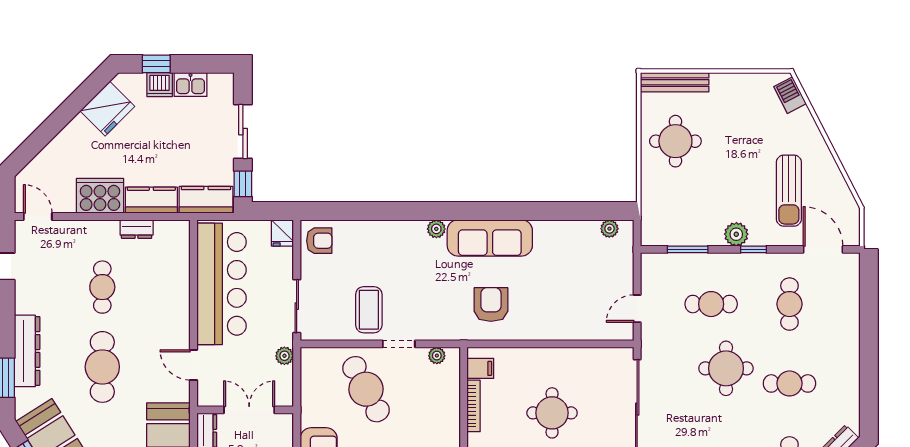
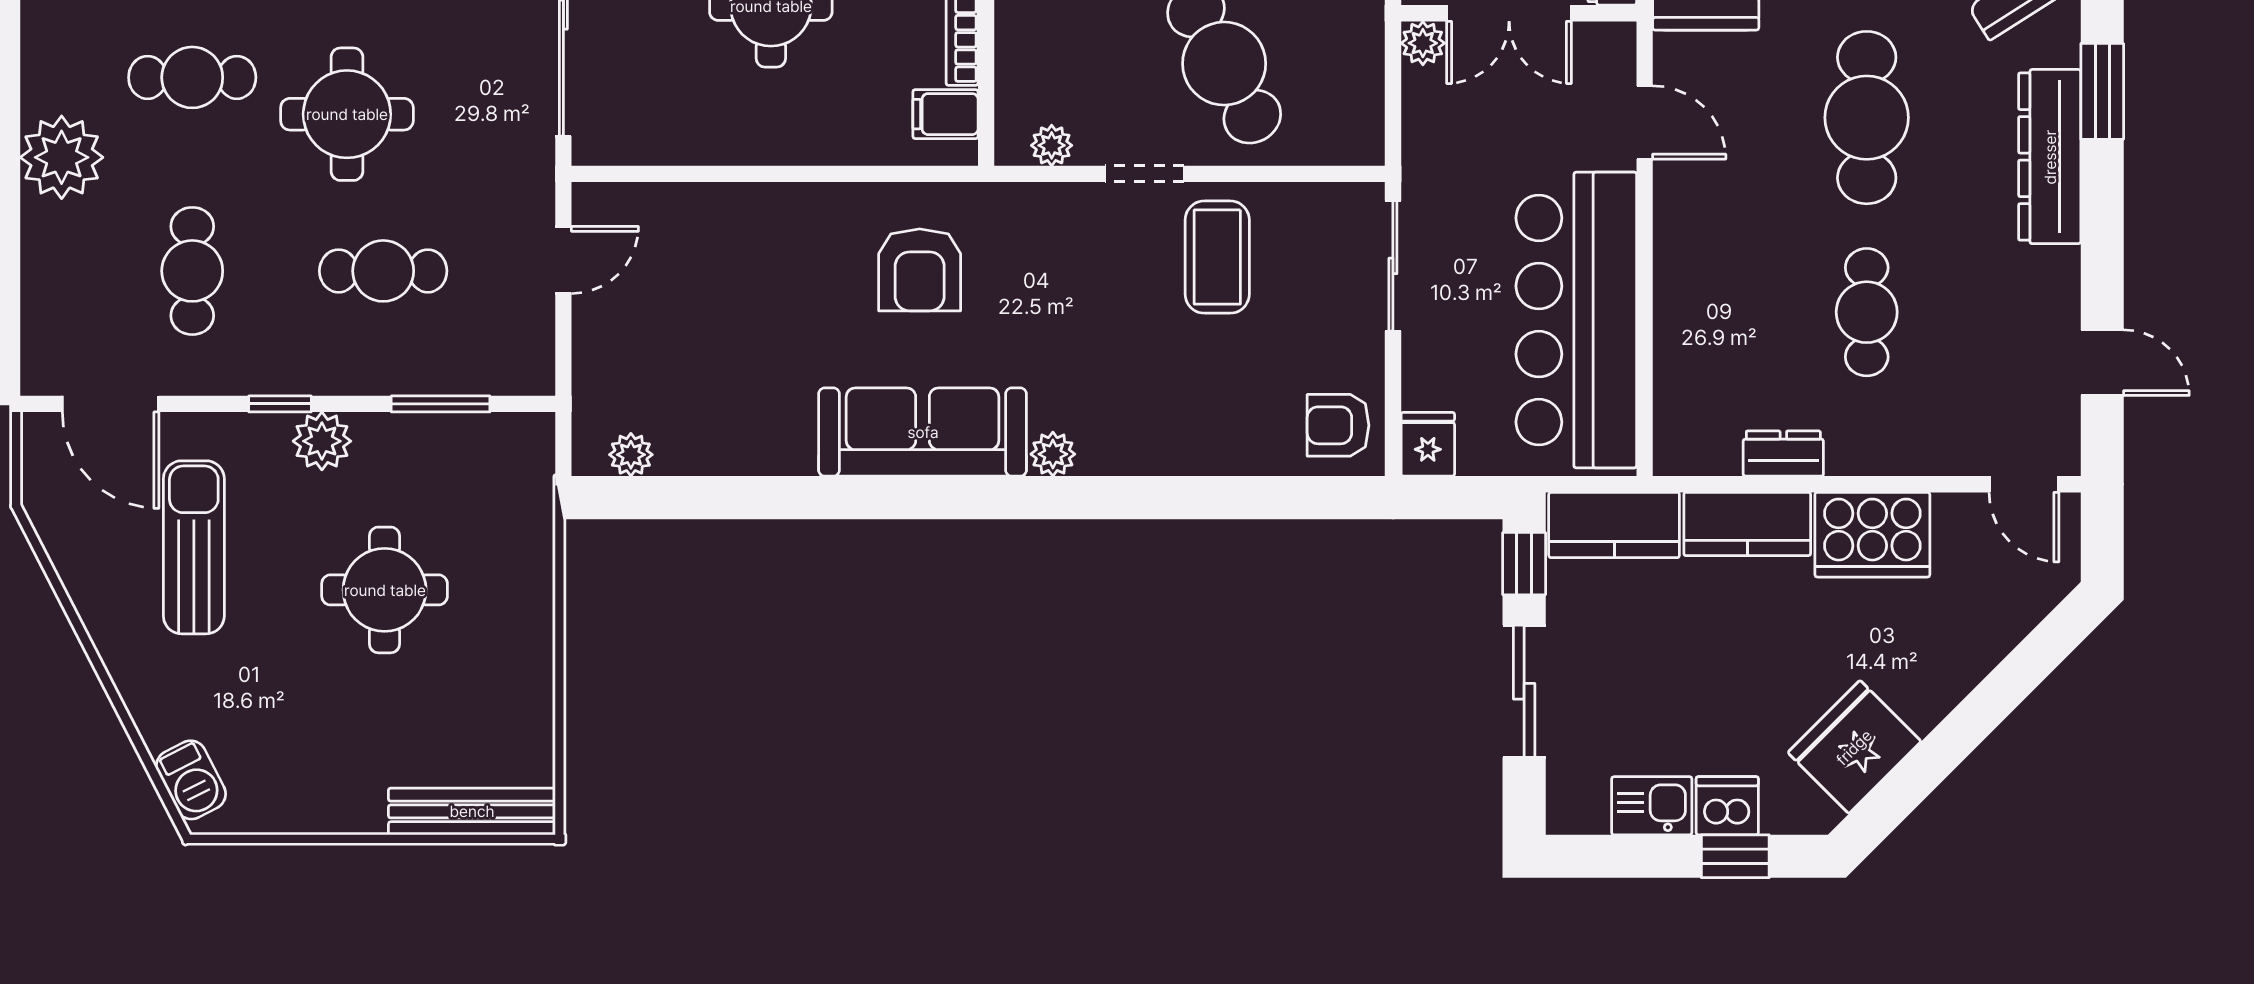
round table: (675, 141) -> (385, 590), moved
plant: (843, 351) -> (62, 157), added
plant: (284, 356) -> (1423, 43), moved

